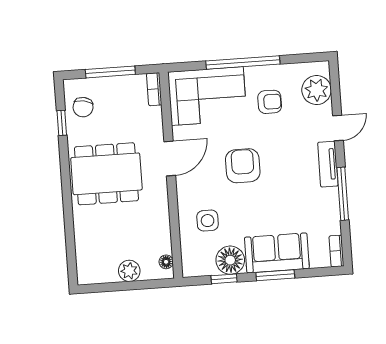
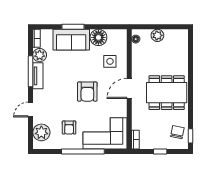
window: (110, 72) -> (160, 151), width x0.46
armchair: (270, 102) -> (69, 128), turned -90
window: (62, 123) -> (190, 136), moved
door: (170, 159) -> (129, 88), moved
tv unit: (328, 164) -> (38, 76), moved
plant: (329, 223) -> (40, 55), added
window: (224, 279) -> (103, 27), removed

